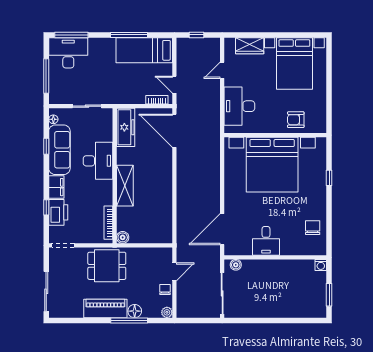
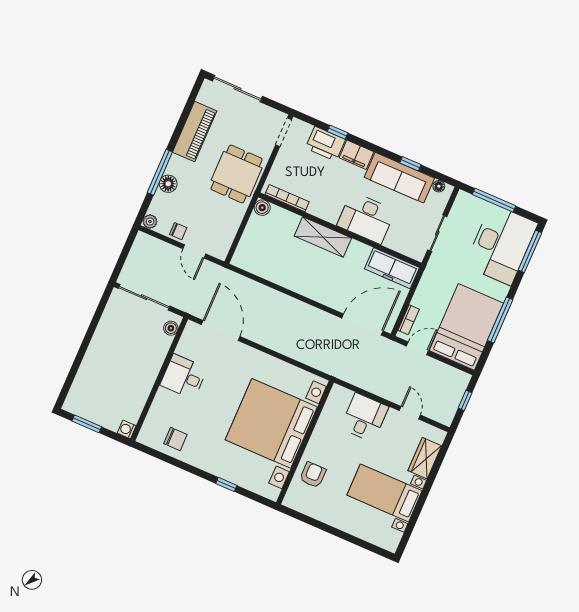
bed: (144, 50) -> (466, 327), width x1.50
desk: (68, 53) -> (501, 245), width x1.36, depth x1.30
bed with nightstands: (294, 64) -> (384, 493), width x0.73
desk: (239, 106) -> (364, 417), width x0.73
piano: (105, 308) -> (195, 132), moved

